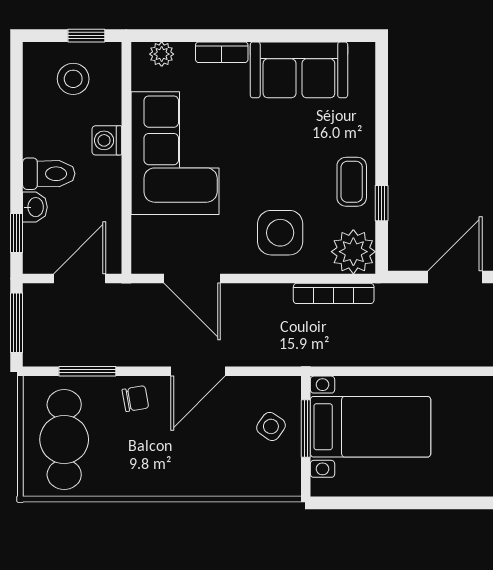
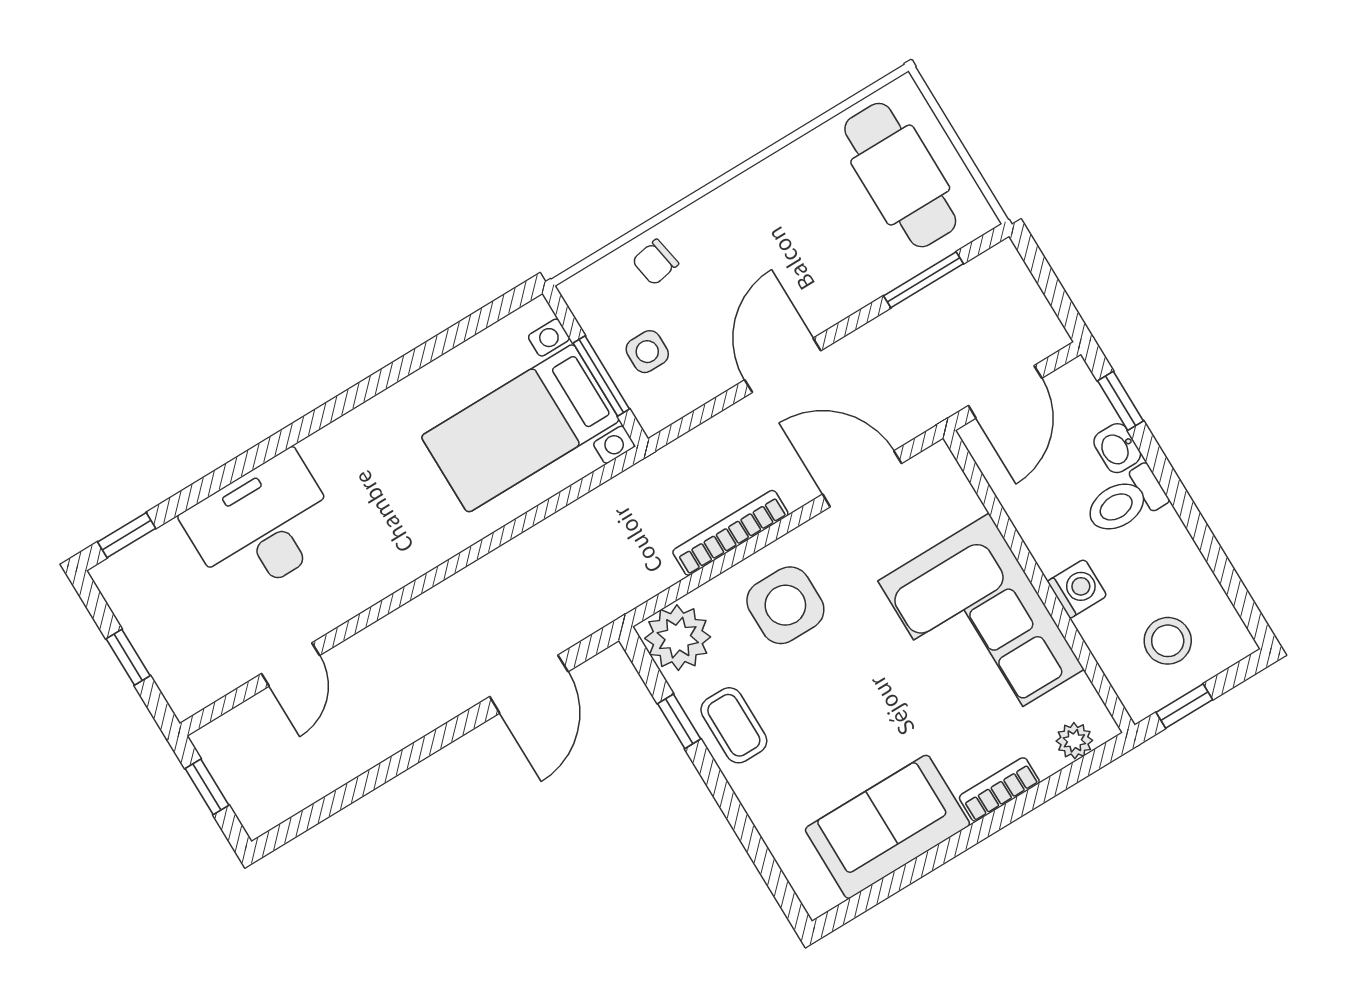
bookcase: (334, 293) -> (730, 533), moved
window: (17, 323) -> (1051, 287), removed
chair: (135, 399) -> (655, 262), moved
side table: (271, 426) -> (647, 352), turned -35

